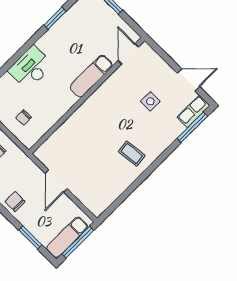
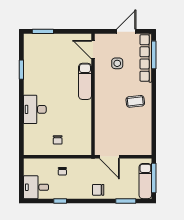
door: (128, 54) -> (93, 50), moved
exam couch: (91, 76) -> (85, 81), moved
wall: (87, 96) -> (93, 94), moved
row of seats: (193, 111) -> (146, 58), width x2.02

